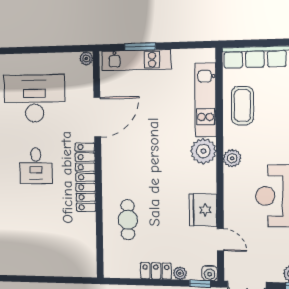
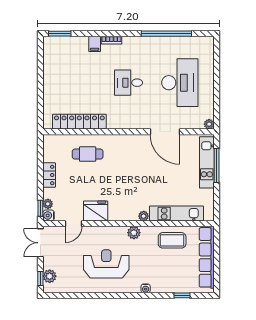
window: (140, 47) -> (217, 165), width x1.44
plant: (203, 151) -> (144, 216), width x0.53, depth x0.53
locker: (85, 177) -> (79, 122), moved
plant: (180, 273) -> (48, 204), moved

